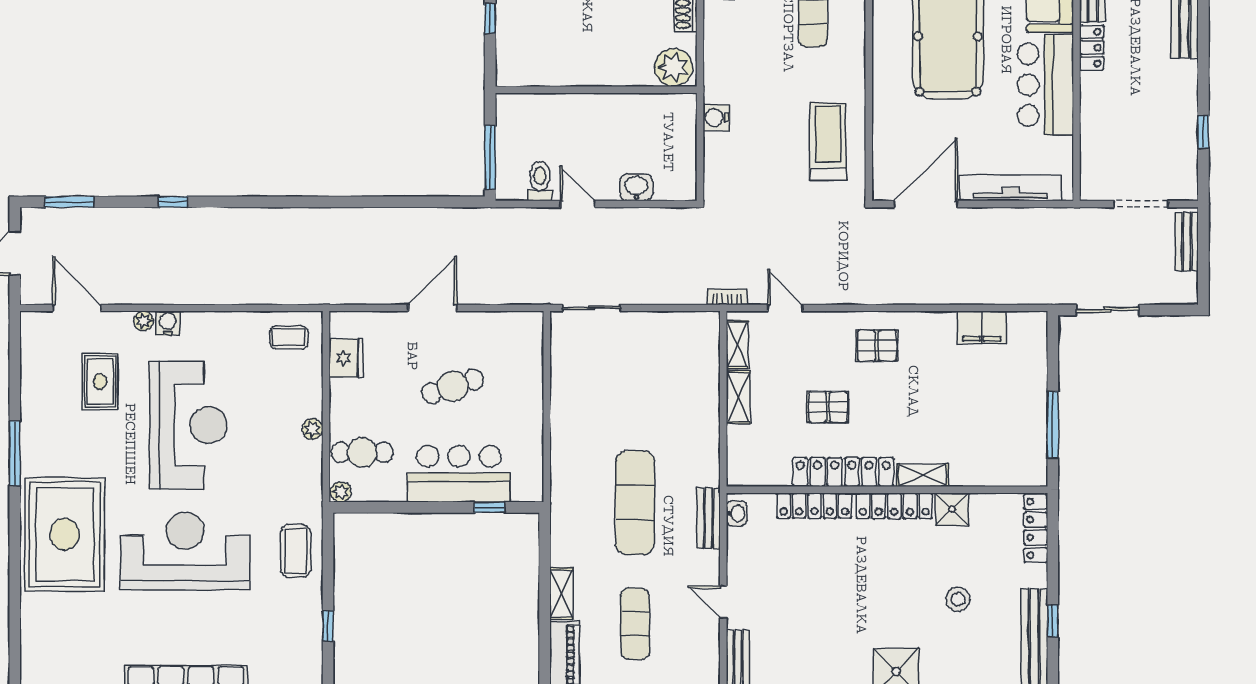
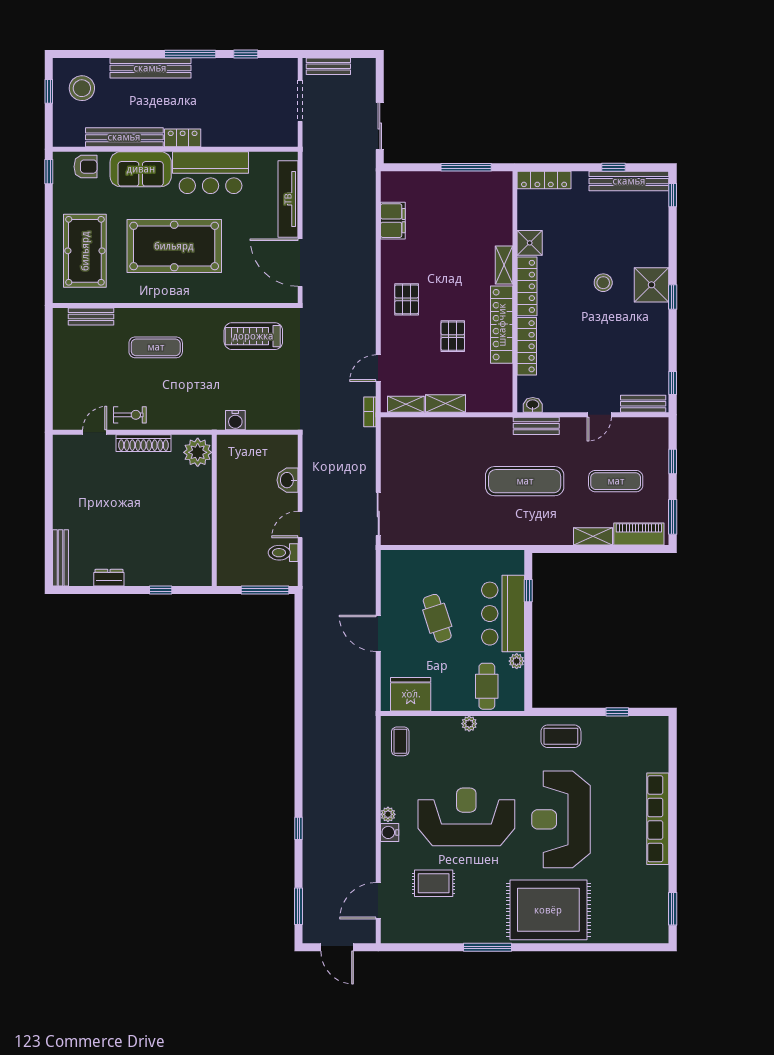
window: (1203, 58) -> (190, 54), added
plant: (144, 321) -> (388, 814), moved
fridge: (346, 358) -> (411, 694), width x1.36, depth x1.34
plant: (341, 492) -> (517, 661), moved
stool: (958, 599) -> (603, 283), moved

